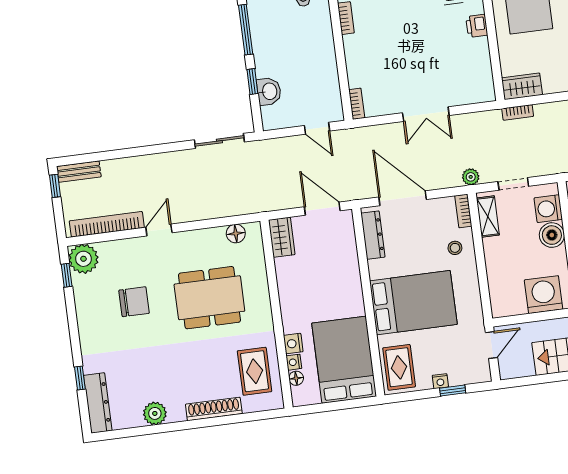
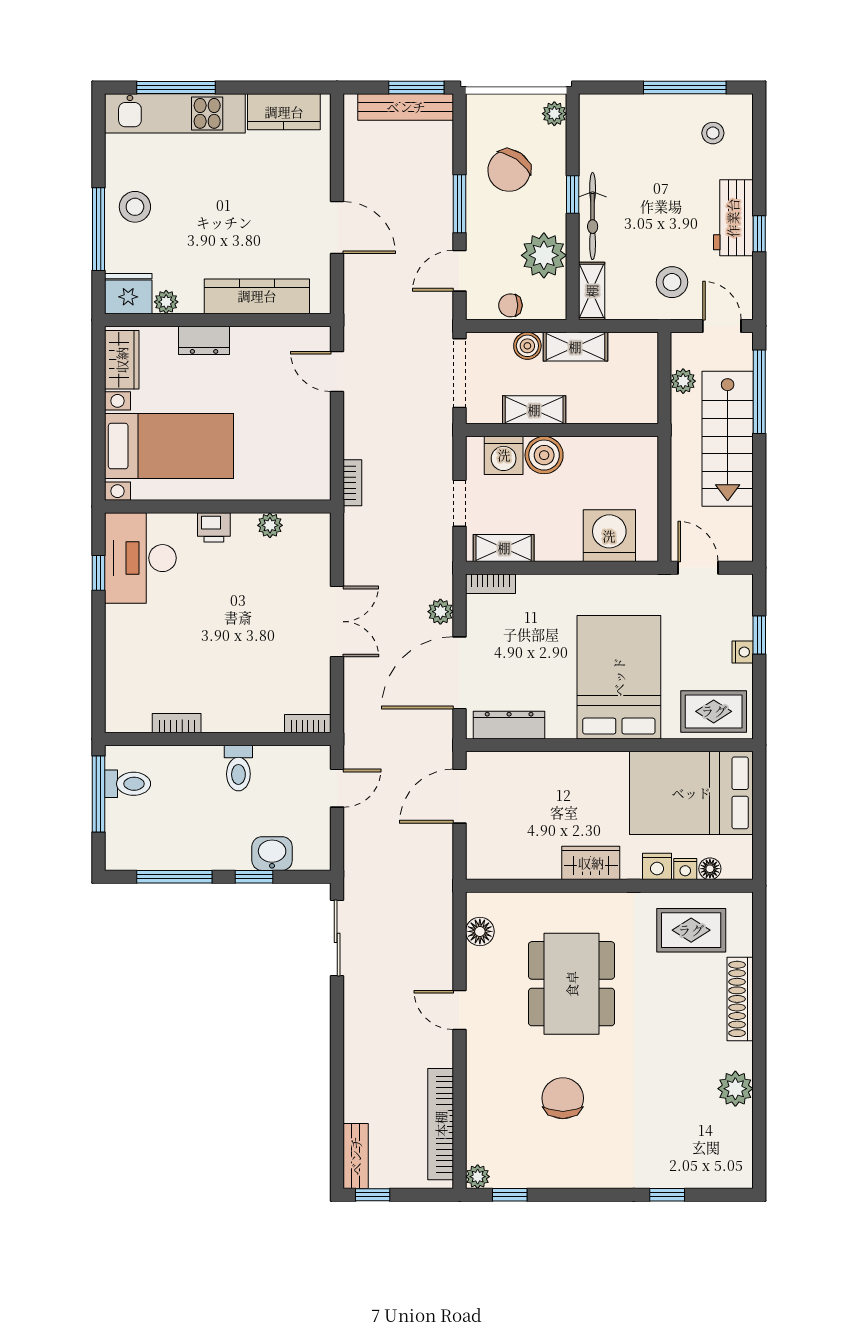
toilet: (322, 62) -> (238, 768), added
plant: (483, 62) -> (270, 525), added
wardrobe: (522, 86) -> (314, 471), removed
plant: (471, 177) -> (440, 612), moved
door: (159, 230) -> (459, 1010), moved
wardrobe: (282, 237) -> (591, 863), moved
stool: (455, 248) -> (544, 604), removed
plant: (83, 259) -> (478, 1177), width x0.53, depth x0.53
washing machine: (544, 295) -> (609, 536), moved, turned 90
dresser: (98, 403) -> (708, 1173), removed

